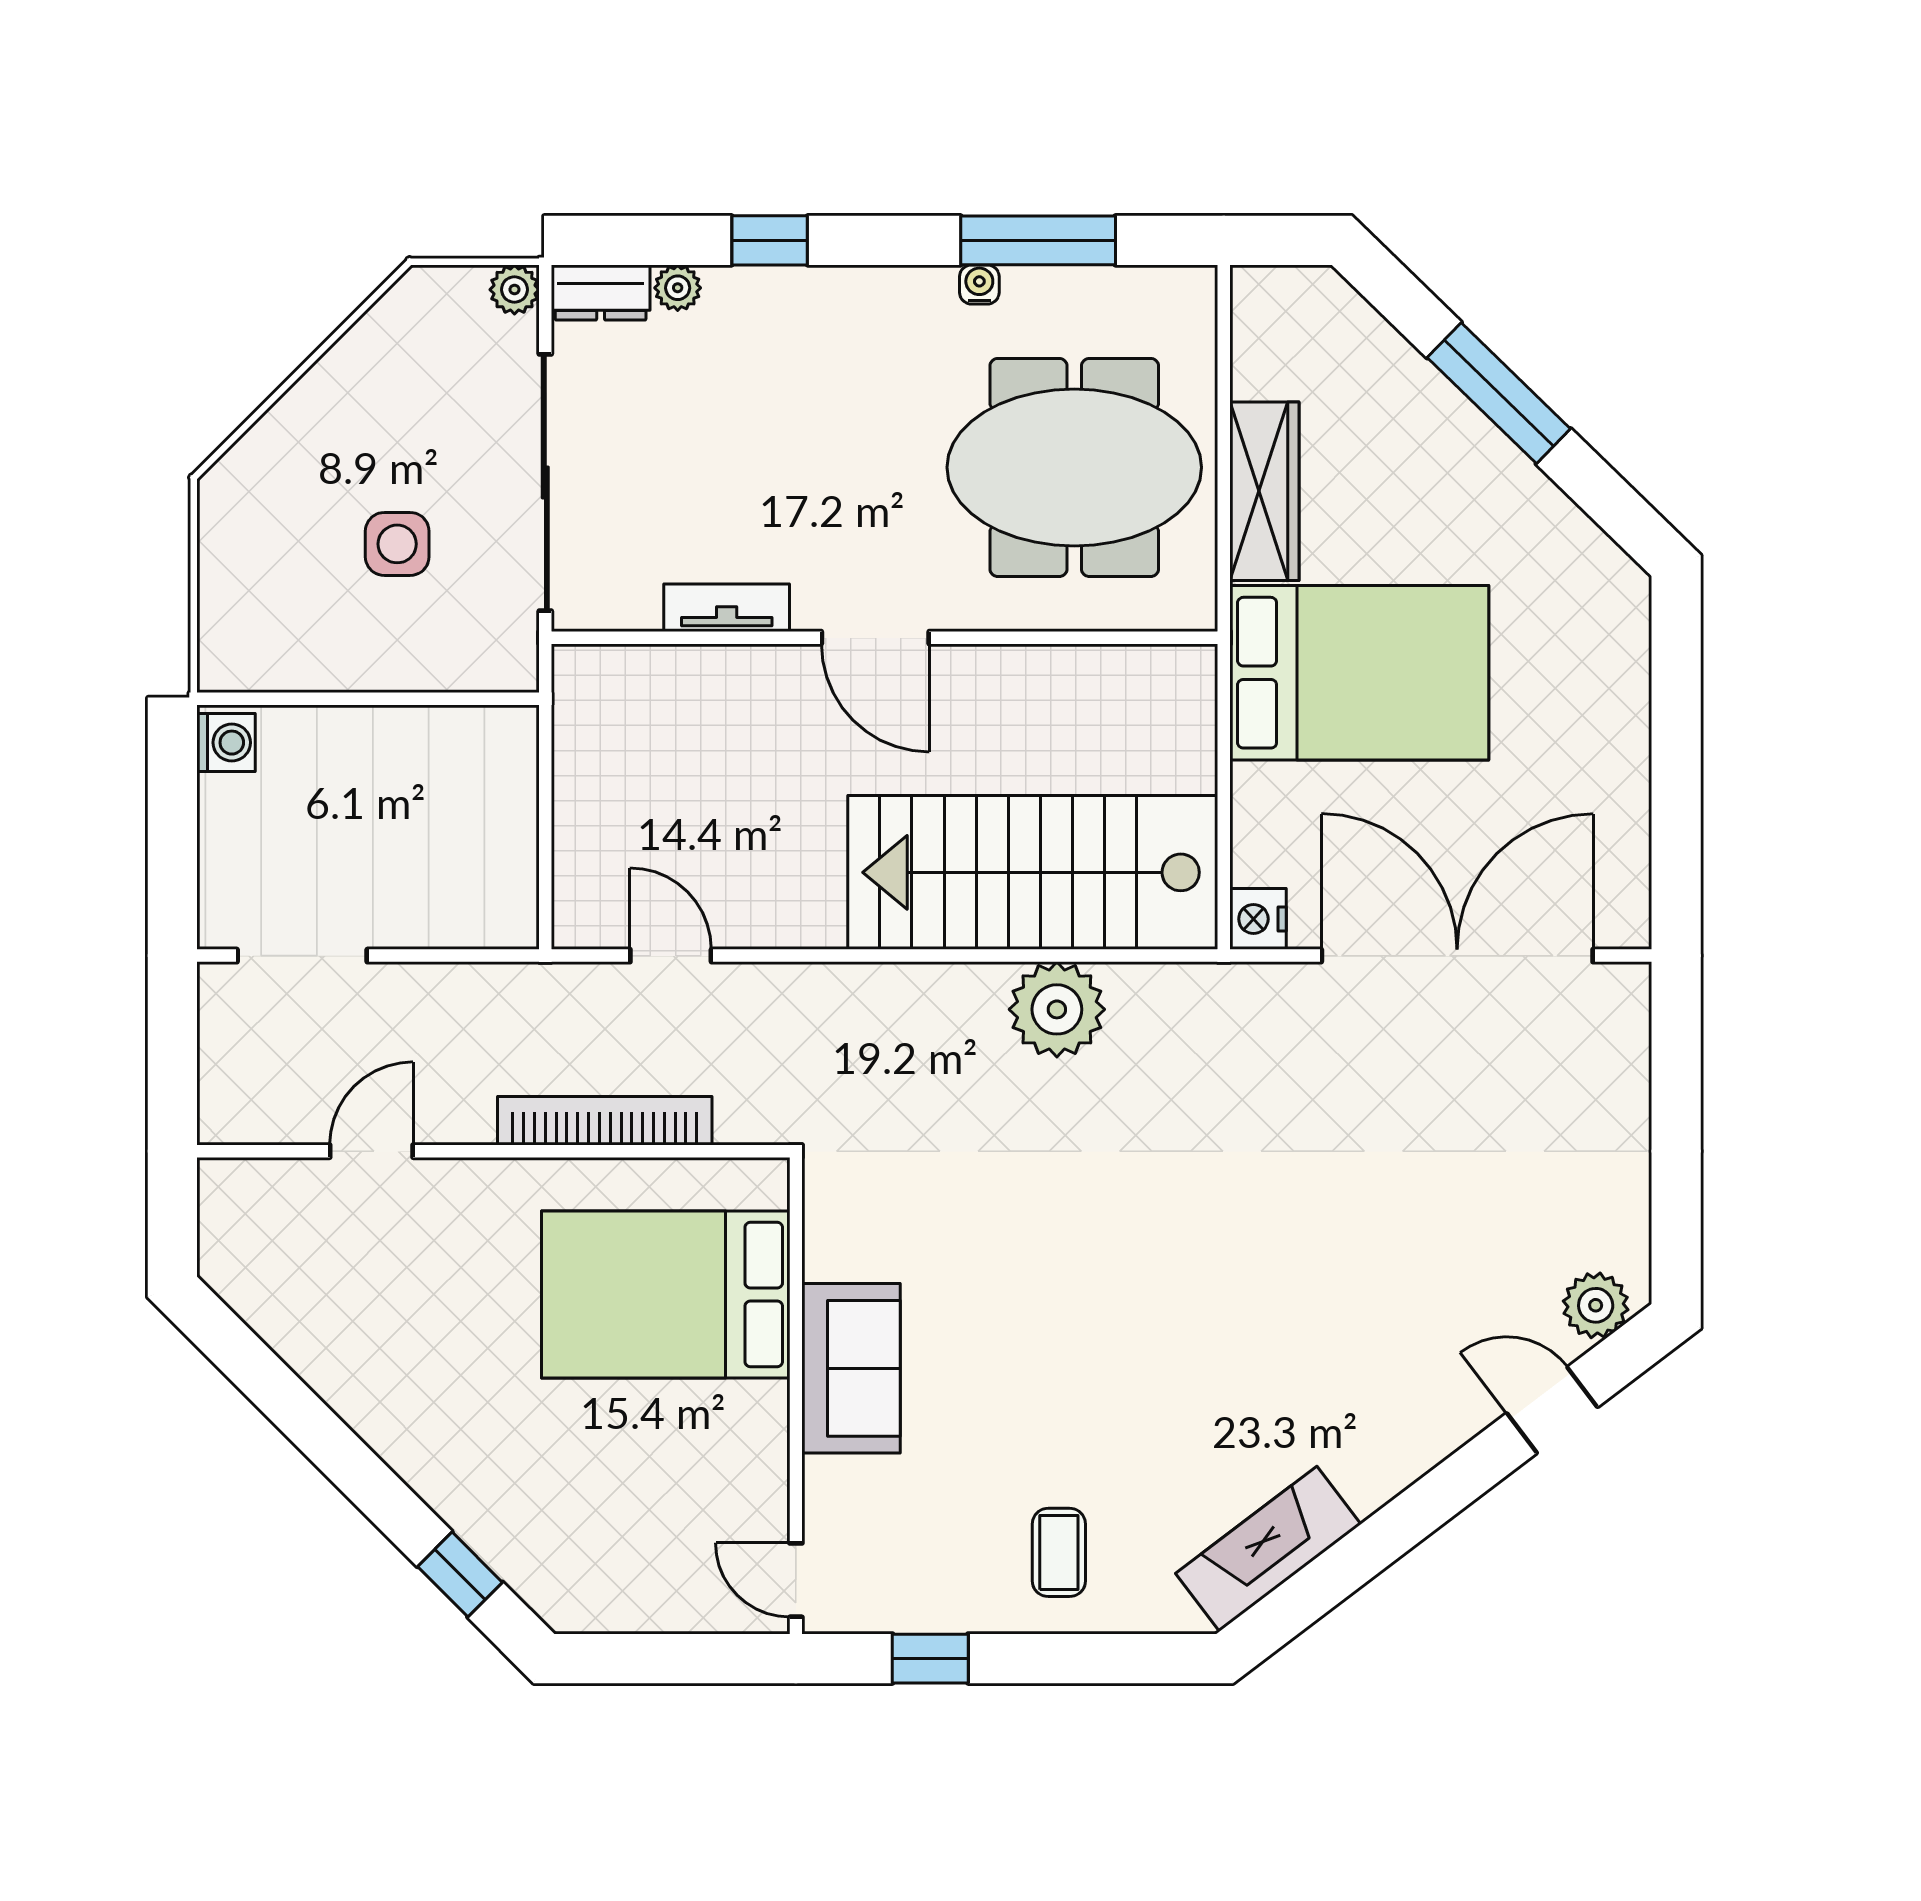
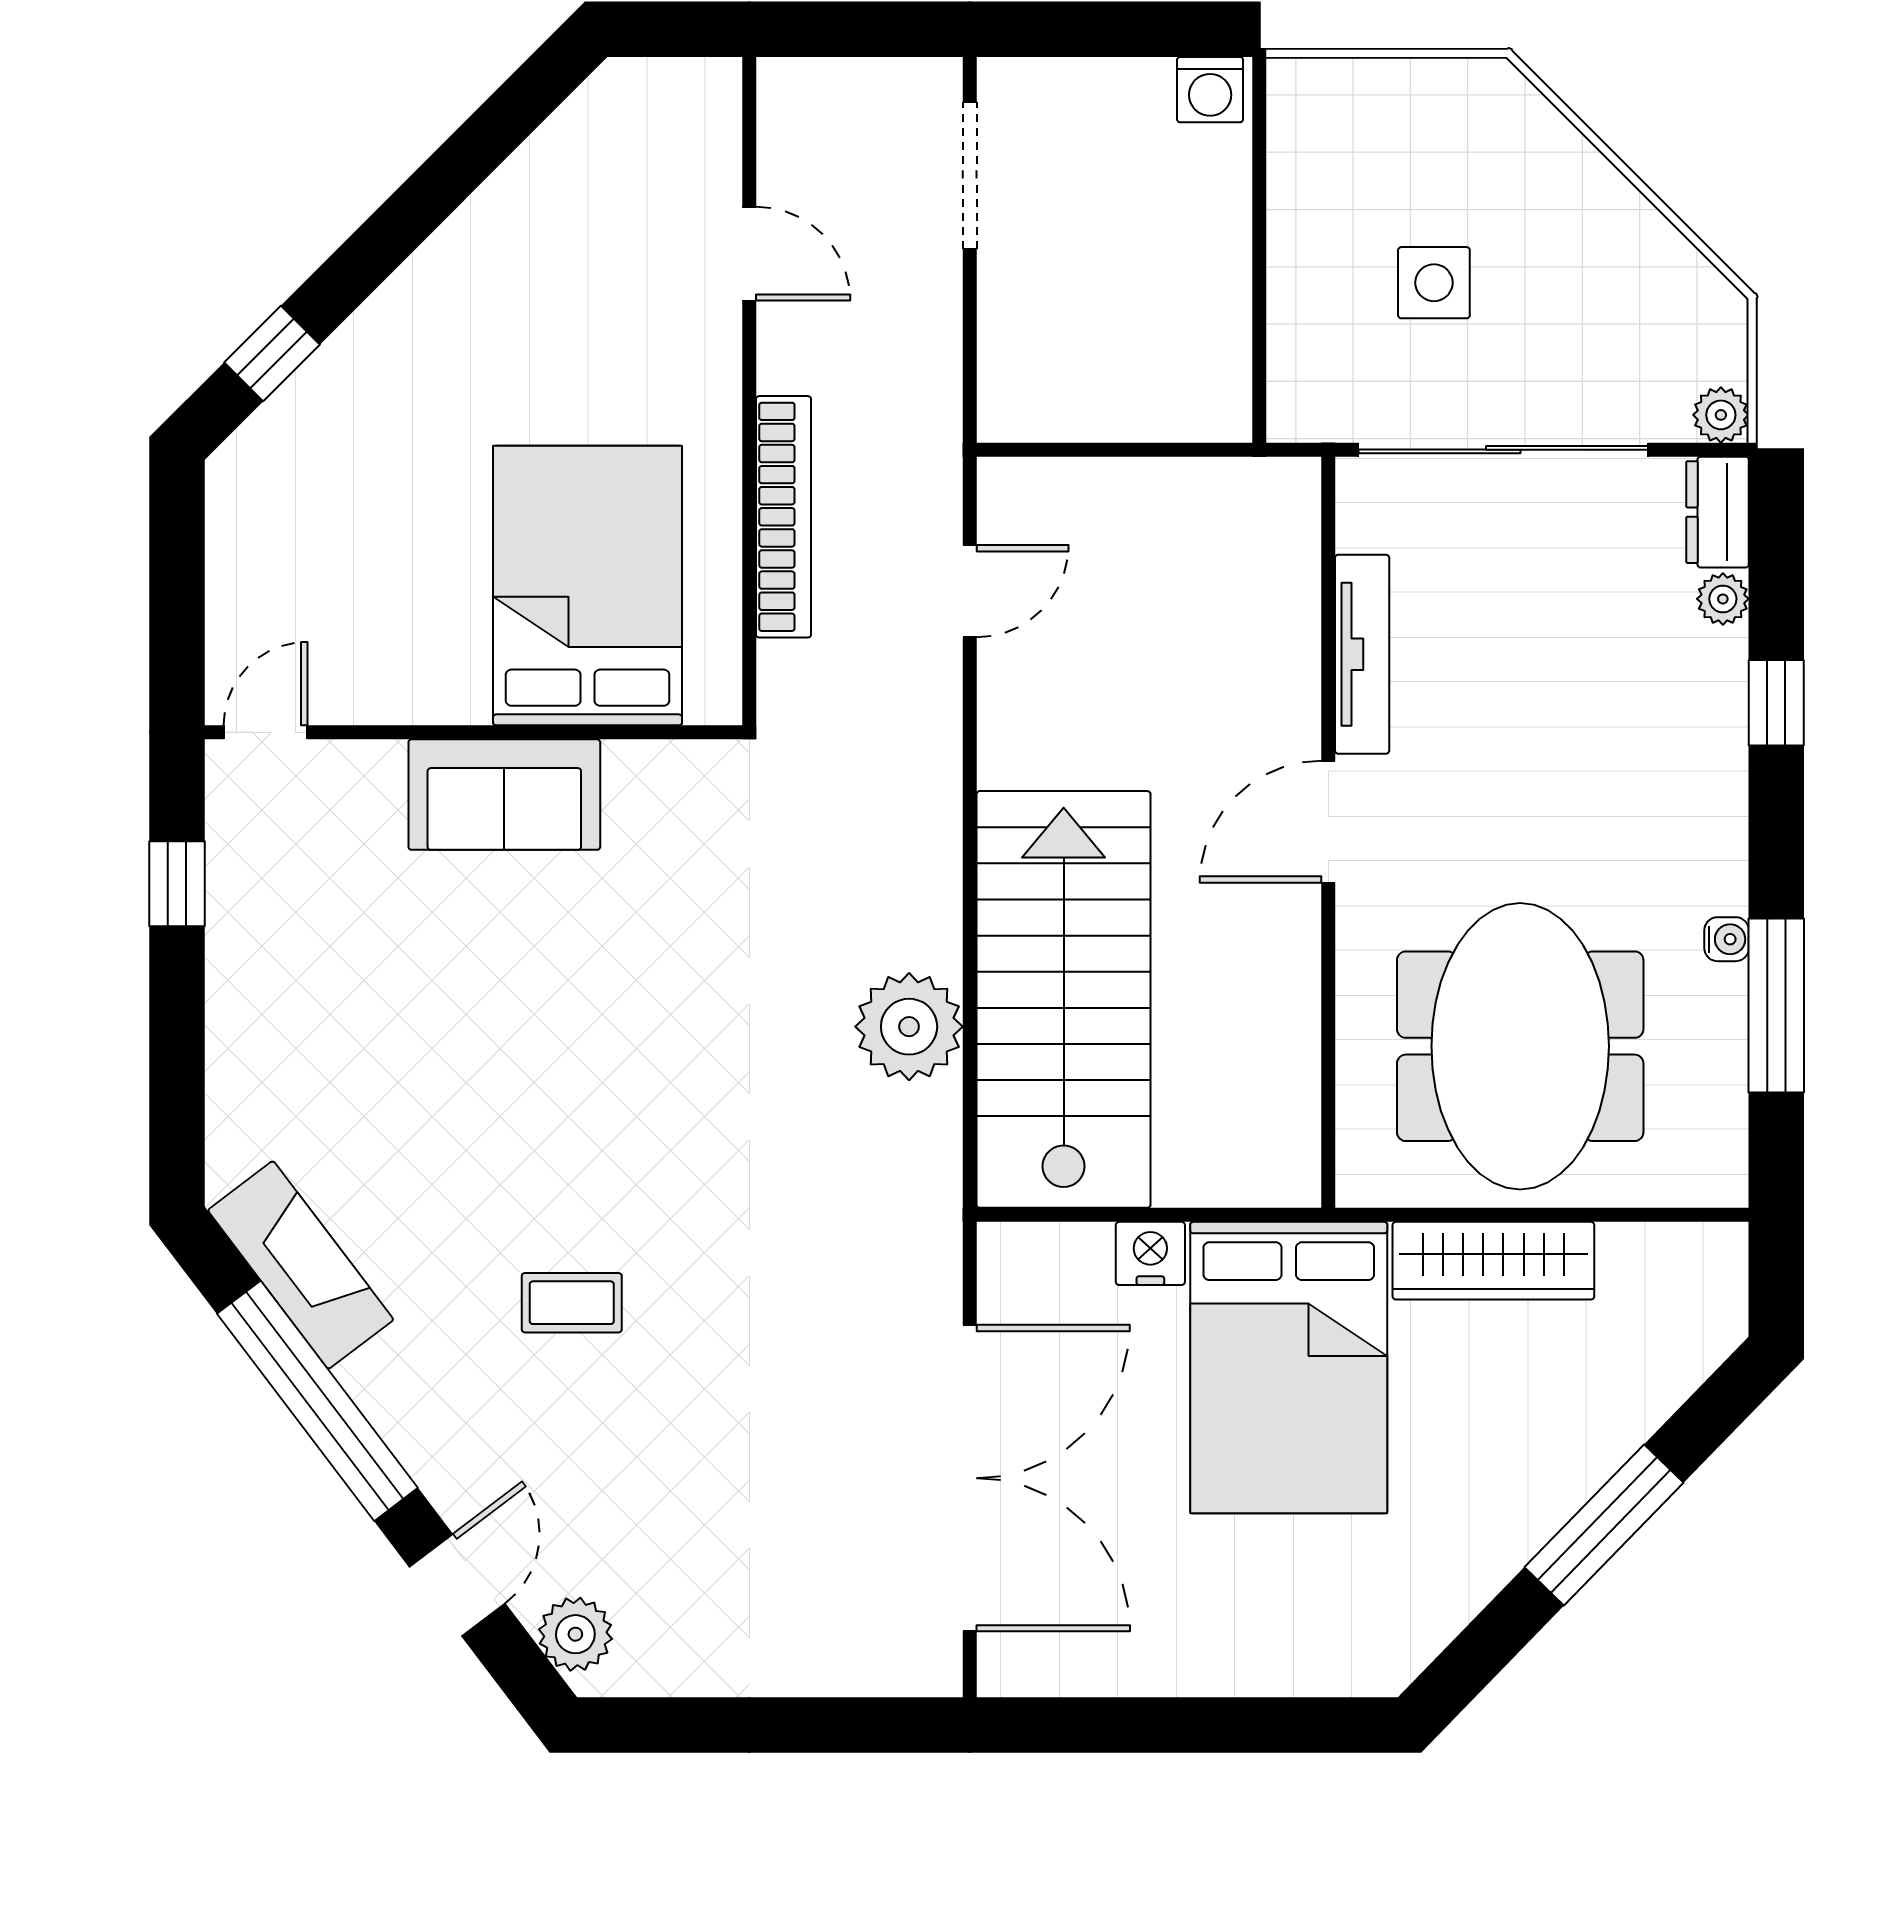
tv unit: (727, 608) -> (1362, 654), width x1.41
nightstand: (1258, 919) -> (1150, 1253), moved
window: (1389, 1534) -> (317, 1401), added
coffee table: (1059, 1552) -> (572, 1303), moved

